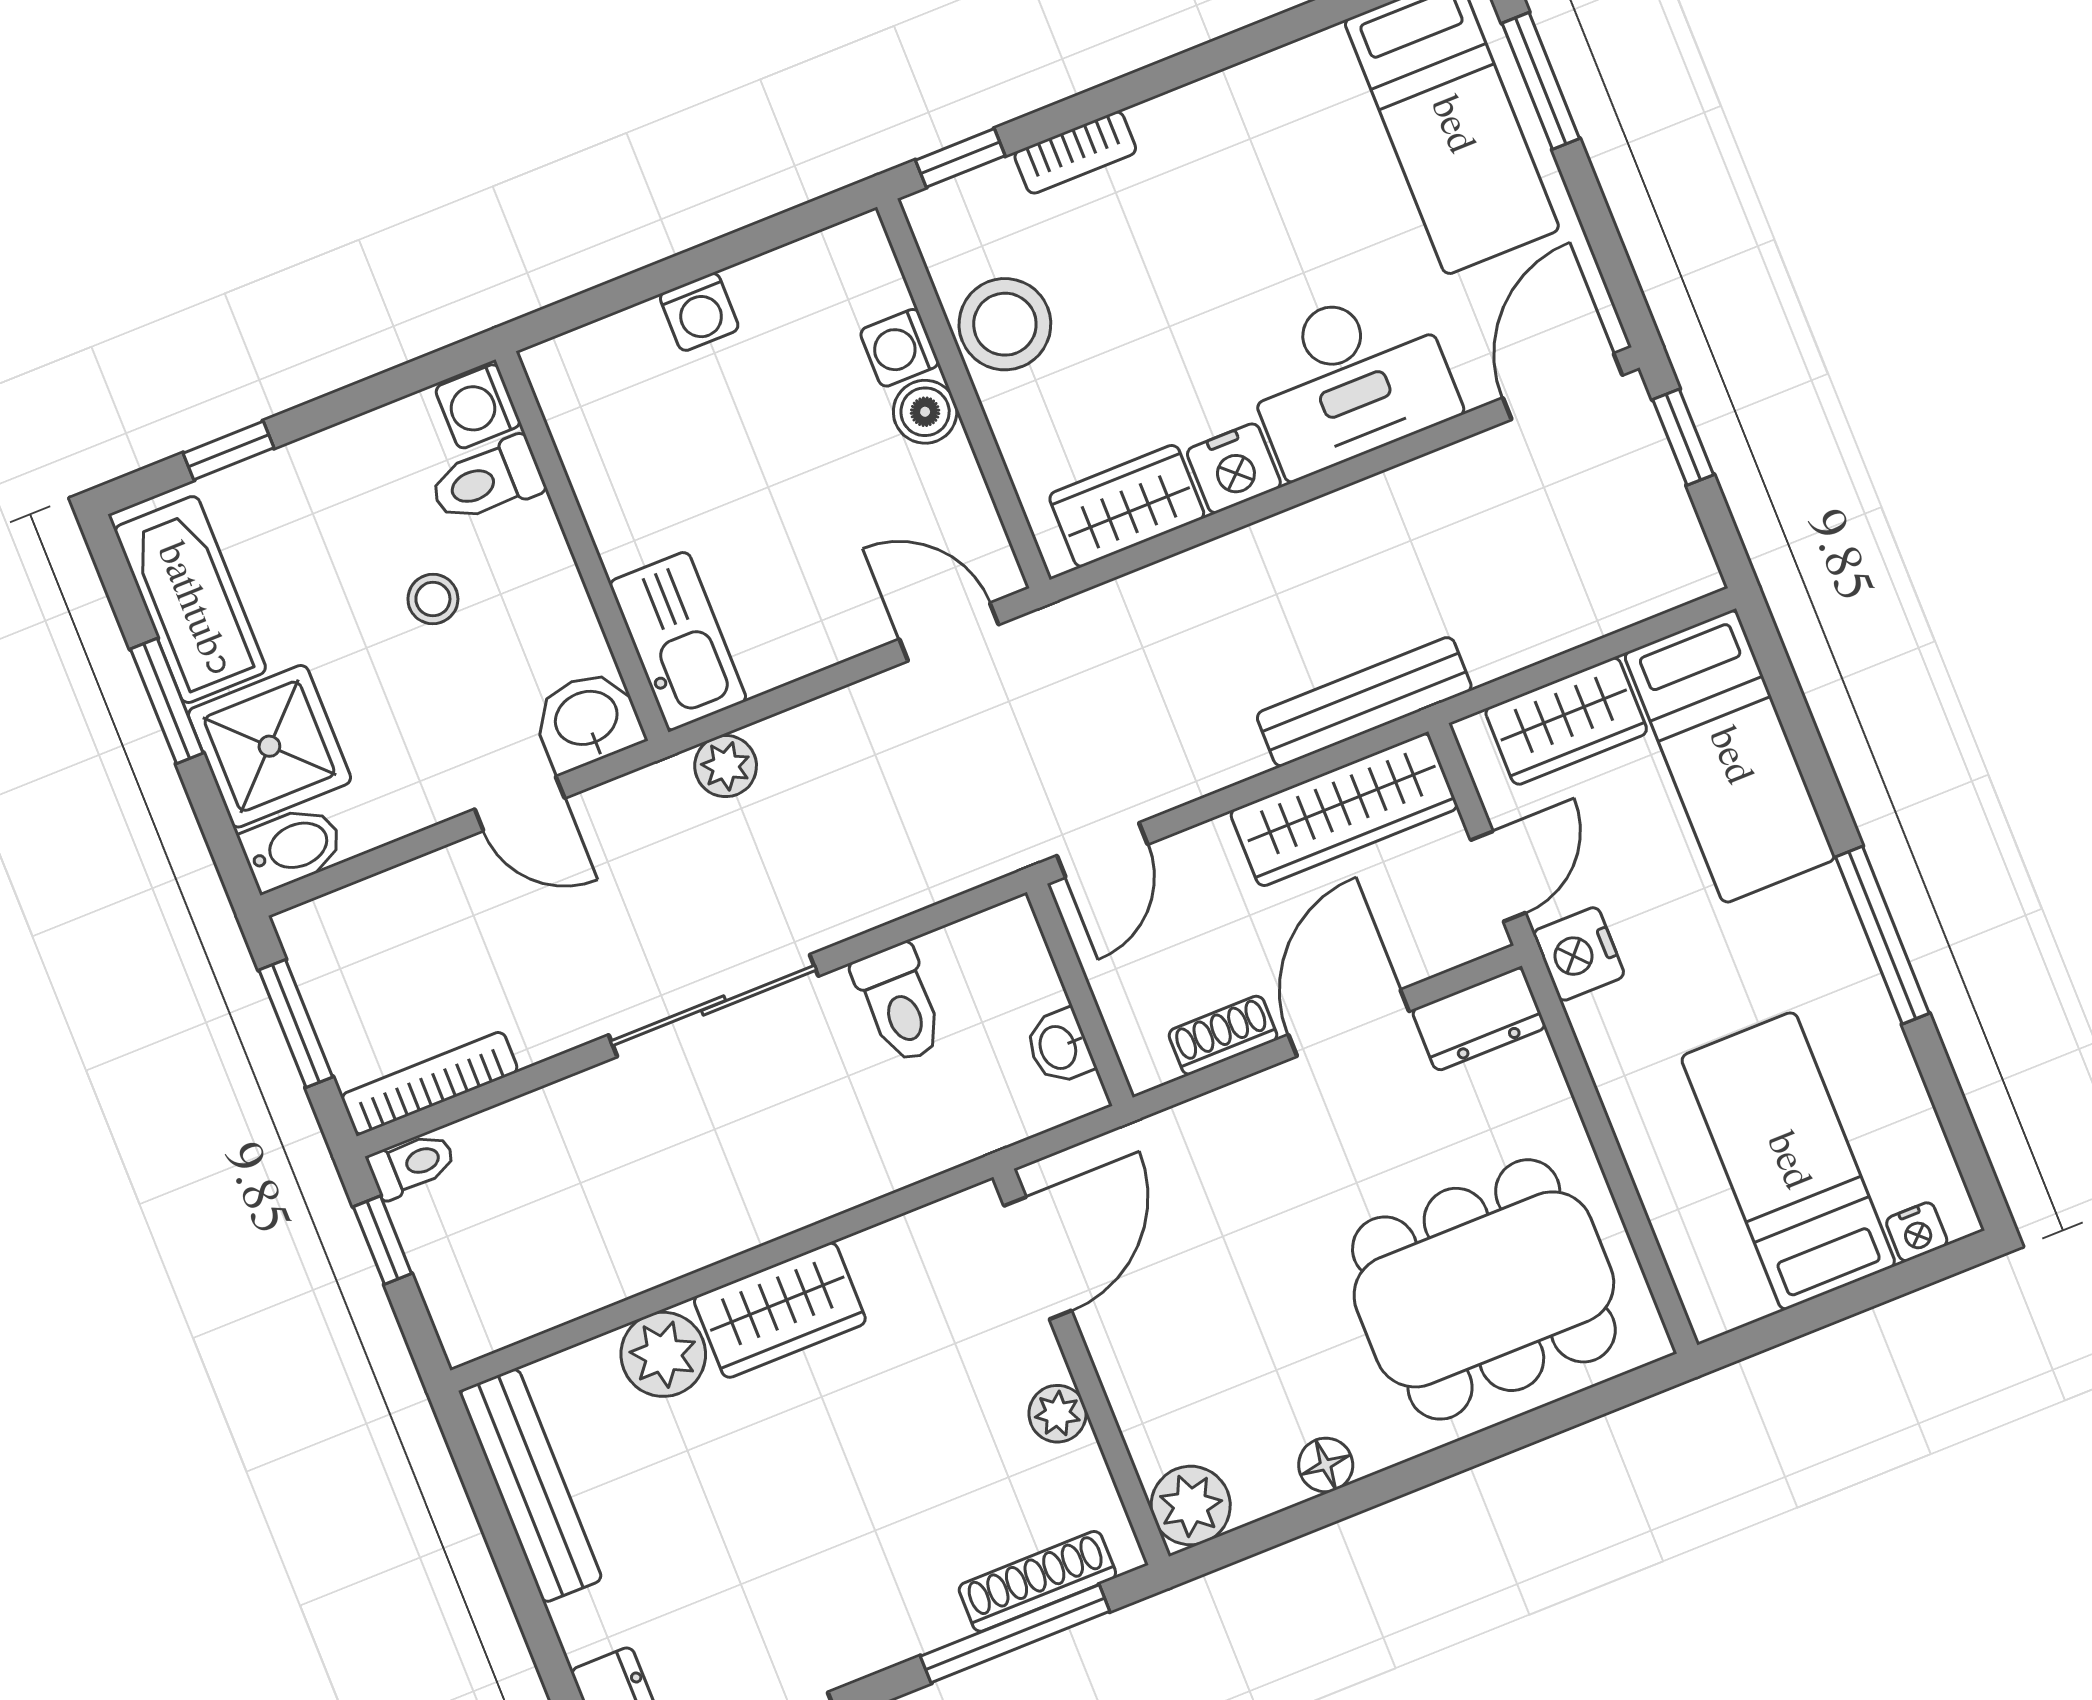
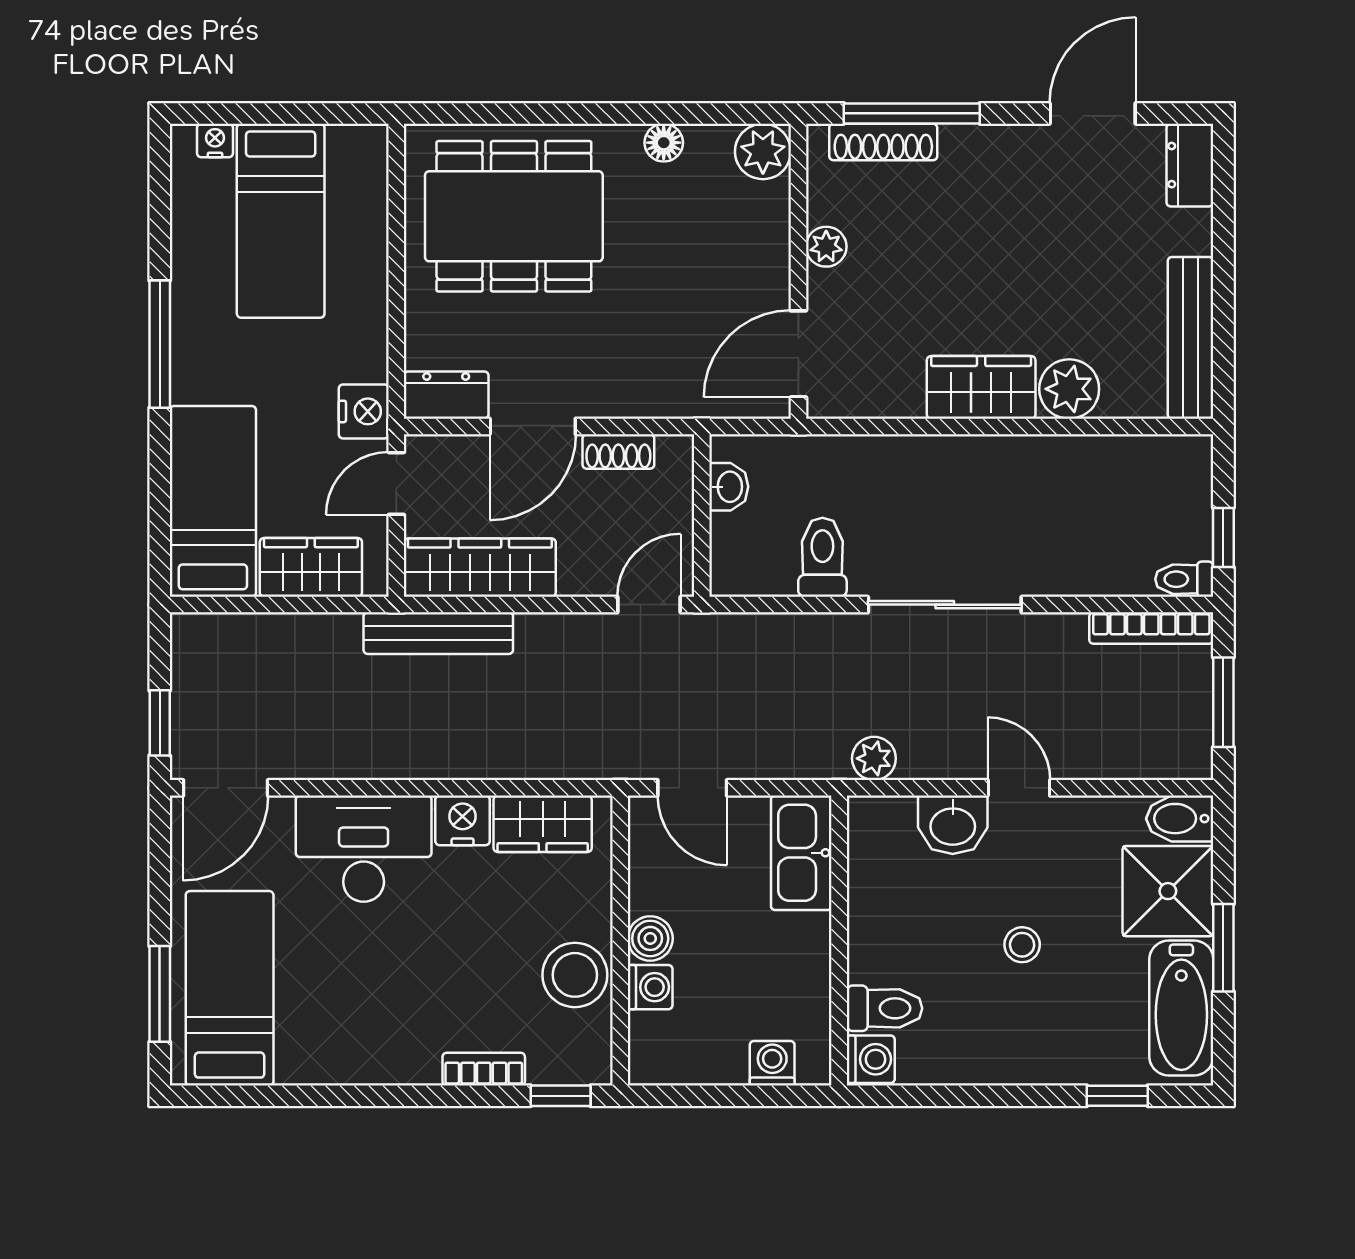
washing machine: (478, 406) -> (871, 1059), moved
toilet: (487, 481) -> (884, 1008), moved
wall: (582, 546) -> (839, 940), moved
kitchen sink: (678, 641) -> (801, 853), moved

